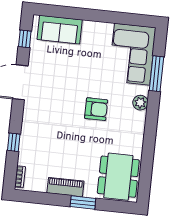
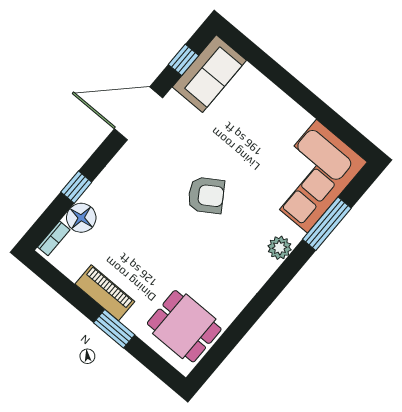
sofa: (60, 30) -> (209, 74), moved, turned -90
armchair: (96, 109) -> (206, 195), moved, turned -33
floor lamp: (27, 156) -> (81, 218), added
dining table: (118, 177) -> (184, 326), width x0.73

